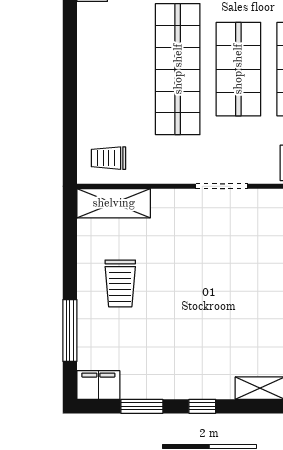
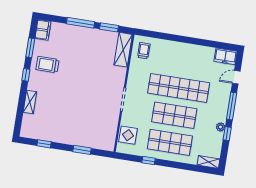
window: (70, 242) -> (109, 27), added
trolley: (120, 284) -> (47, 65), moved
window: (70, 330) -> (81, 23), moved

